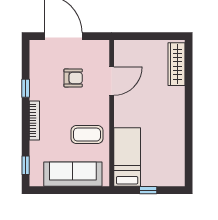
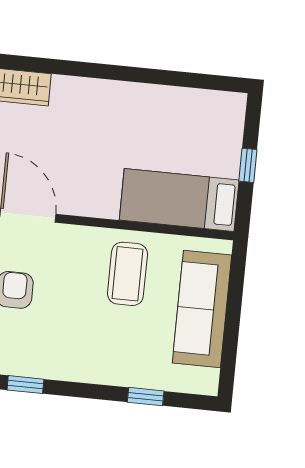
bookcase: (34, 120) -> (90, 374), removed
window: (26, 165) -> (146, 397), moved

